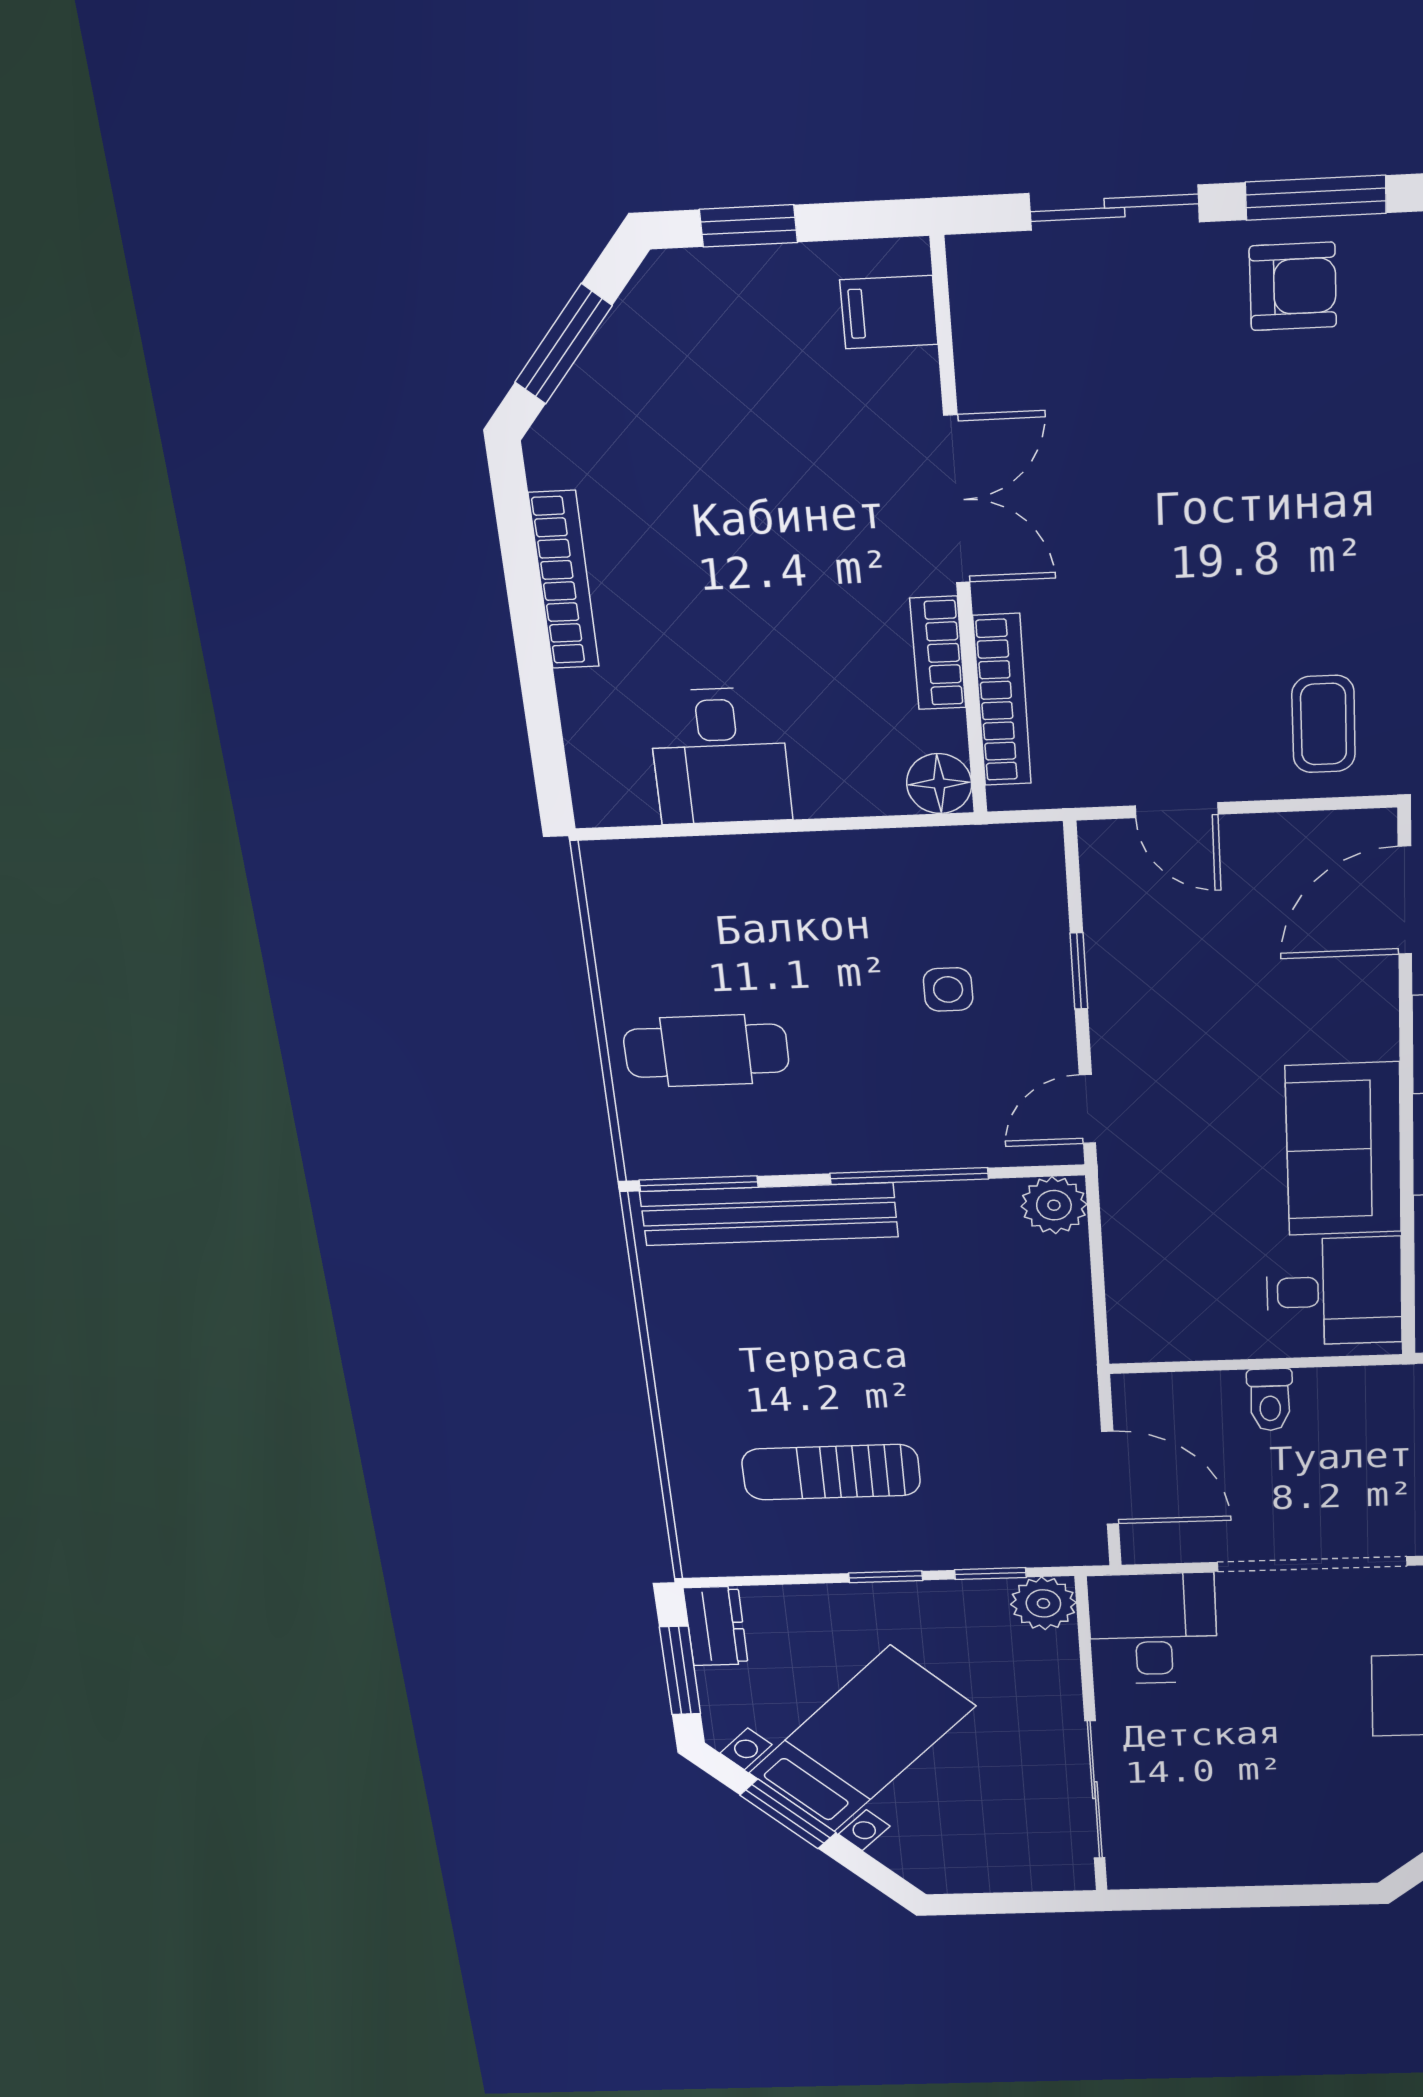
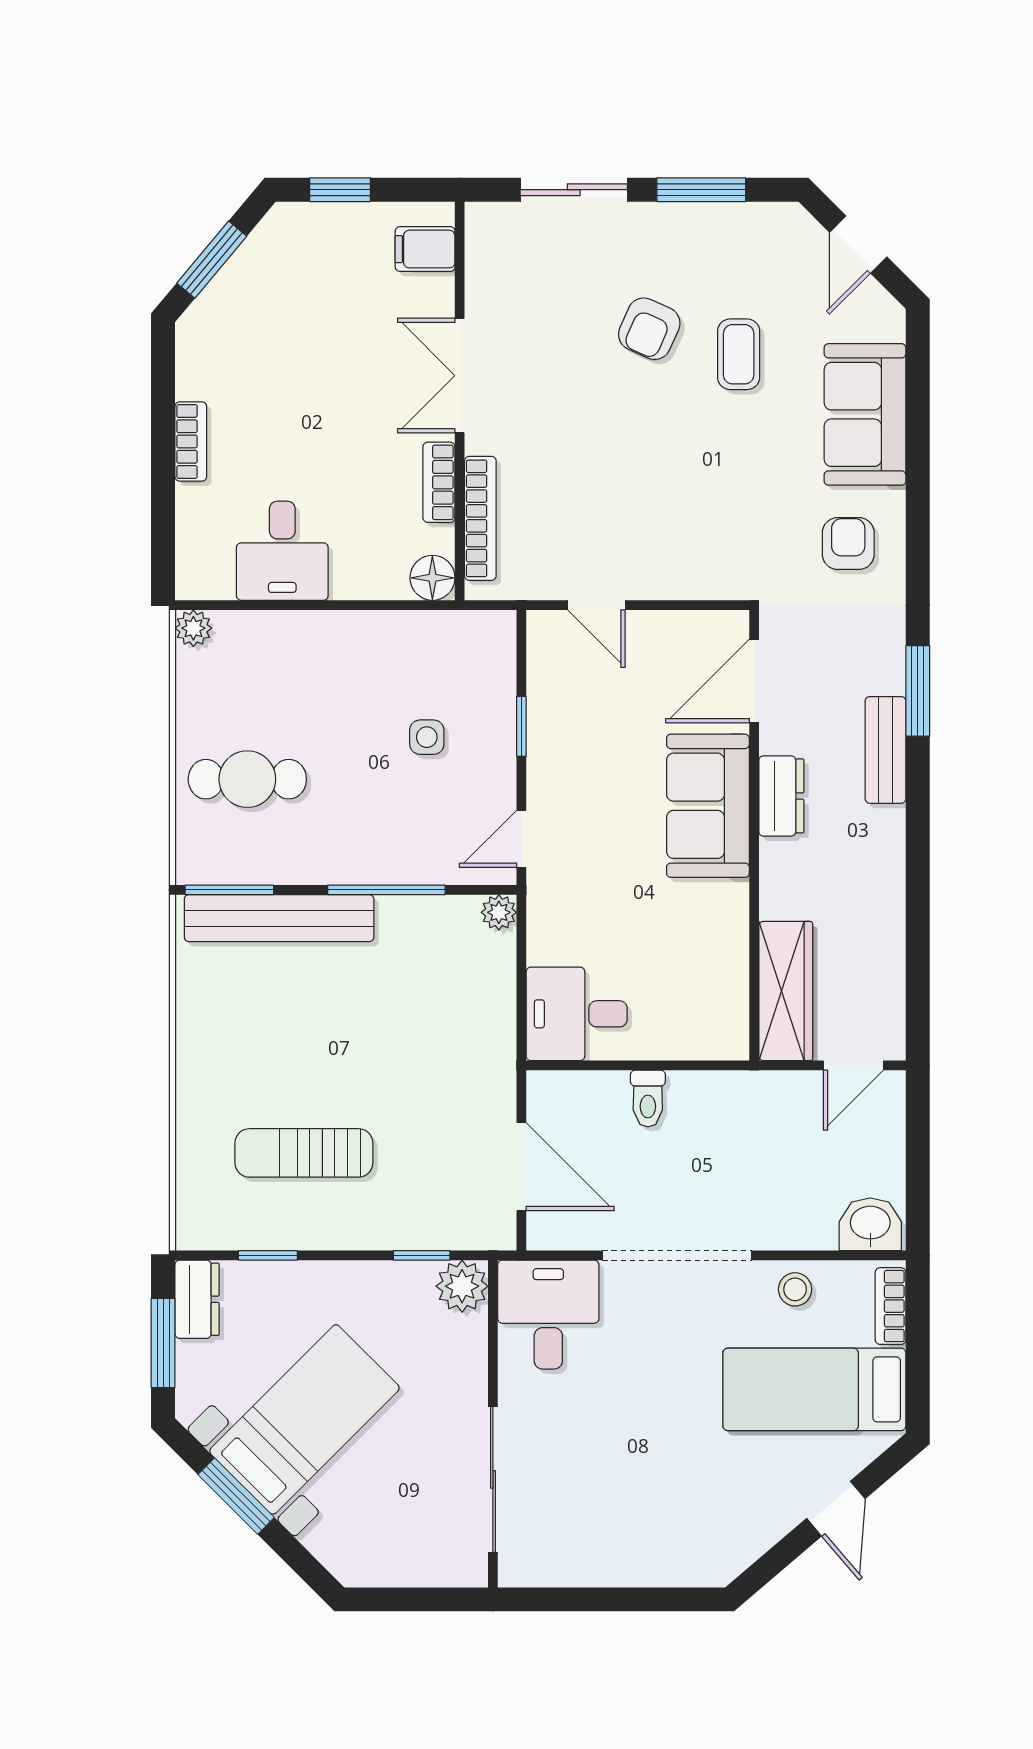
armchair: (1293, 286) -> (649, 329), moved, turned 114
double door: (957, 500) -> (460, 376), swing flipped
bookcase: (564, 580) -> (191, 441), width x0.64
coffee table: (1324, 724) -> (739, 354), moved
plant: (607, 864) -> (193, 628), added
sofa: (1344, 1149) -> (708, 806), moved
plant: (1054, 1205) -> (499, 912), width x0.73, depth x0.73
desk: (1334, 1291) -> (577, 1014), moved, turned 180
window: (886, 1577) -> (268, 1255), moved

